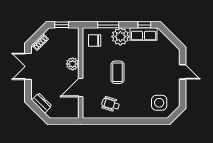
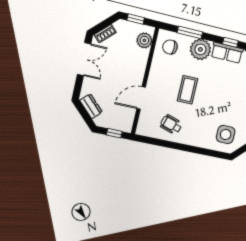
plant: (73, 64) -> (144, 40), moved
double door: (28, 66) -> (84, 59), swing flipped
window: (65, 121) -> (114, 133), added

